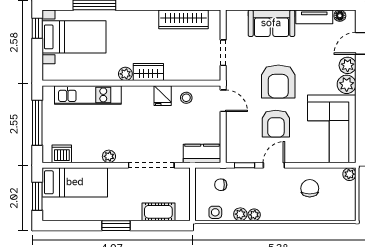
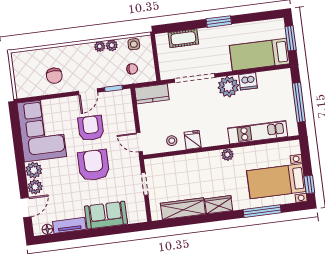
wardrobe: (148, 72) -> (219, 205), moved, turned 180
dishwasher: (62, 154) -> (248, 81), moved
plant: (109, 156) -> (228, 87), width x1.88, depth x1.88
plant: (349, 174) -> (21, 92), removed

